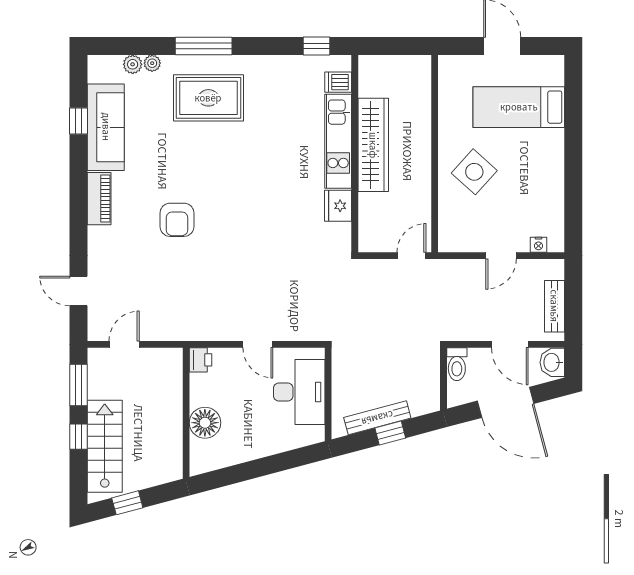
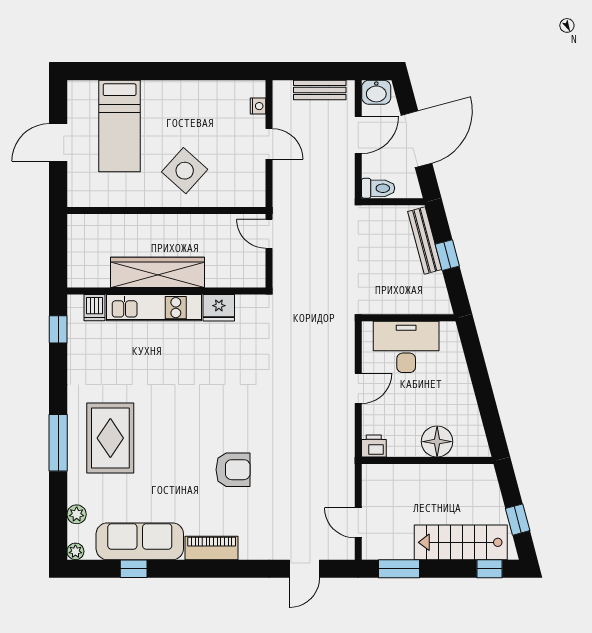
plant: (152, 63) -> (75, 551), moved
bench: (377, 418) -> (425, 240), moved
window: (78, 437) -> (489, 569), moved

